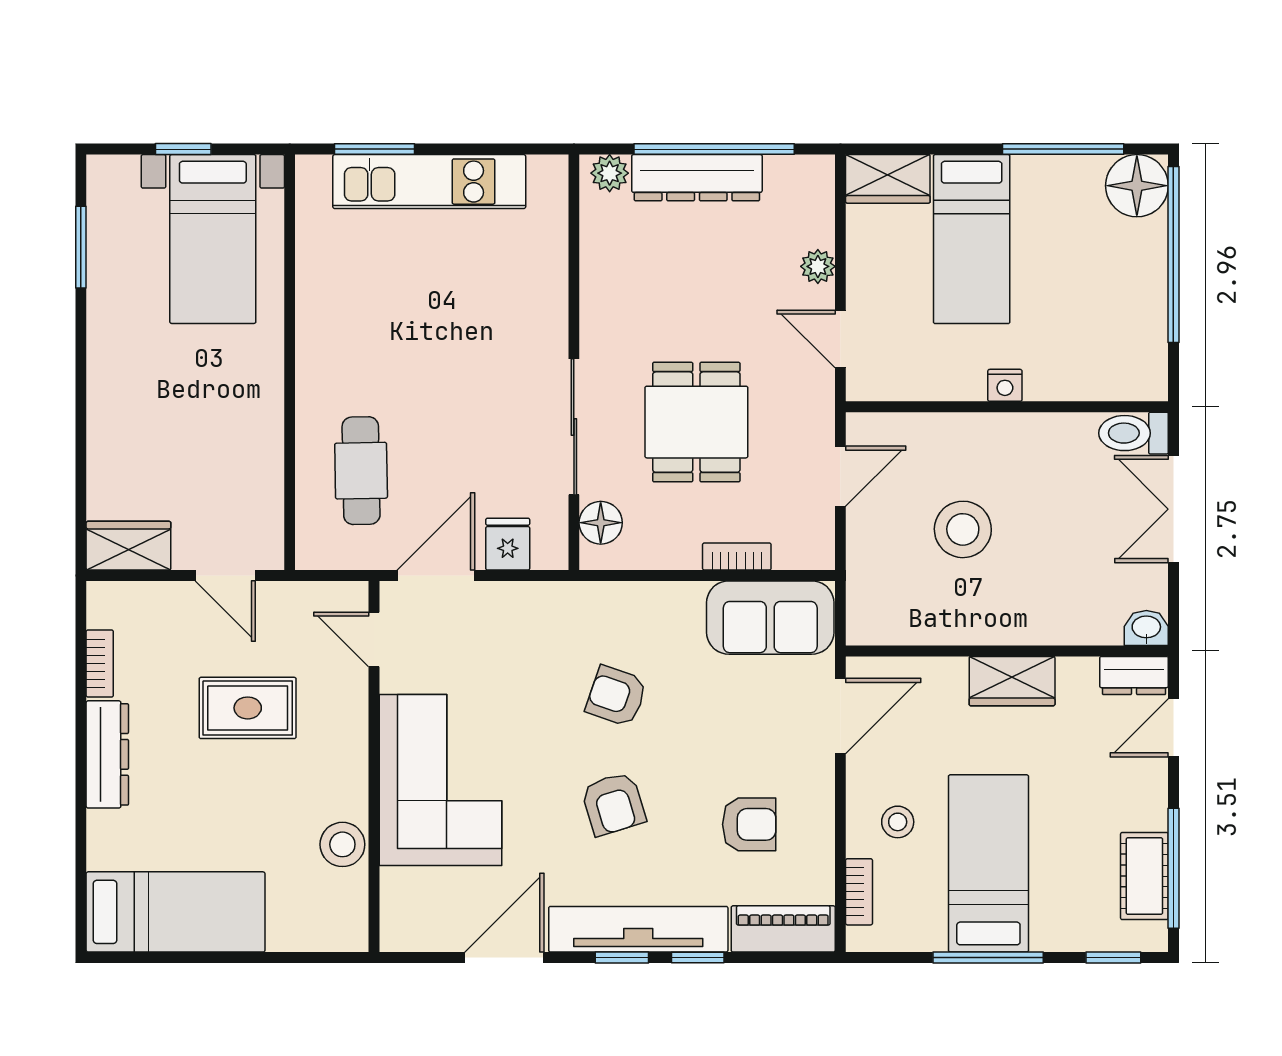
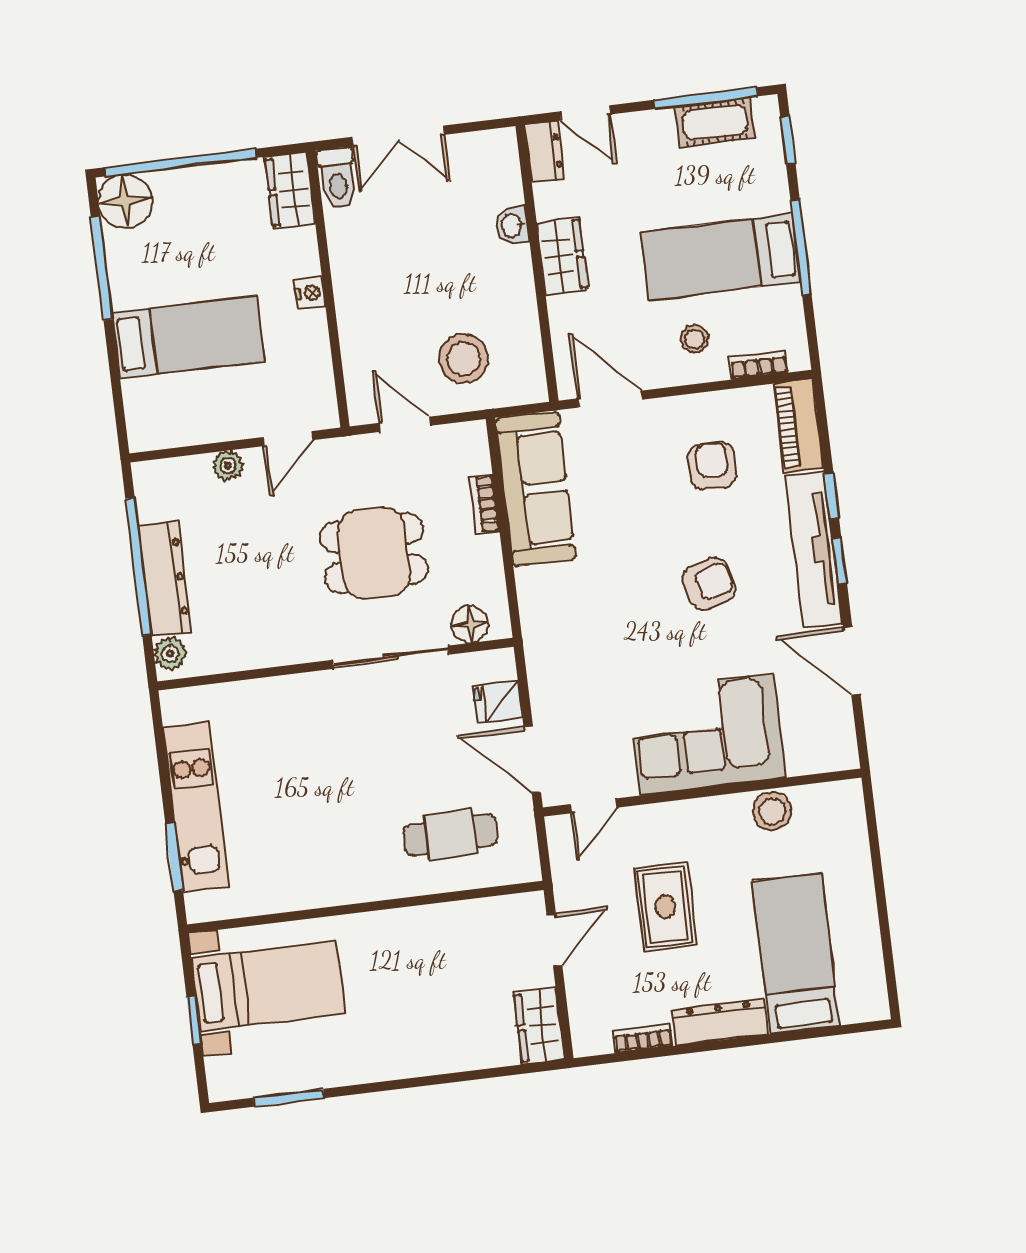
wardrobe: (888, 179) -> (290, 190), moved, turned 180
stool: (963, 529) -> (464, 359), moved
sofa: (770, 618) -> (536, 489), width x1.36
washbasin: (1146, 628) -> (512, 225), moved
armchair: (616, 696) -> (616, 593), removed
bed: (176, 912) -> (796, 953), moved

